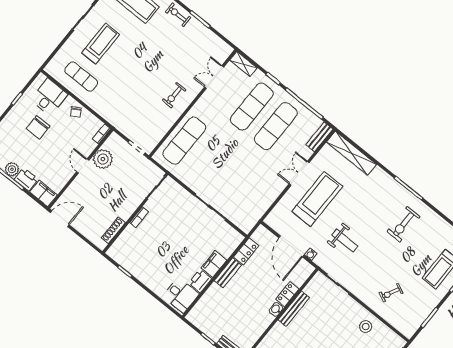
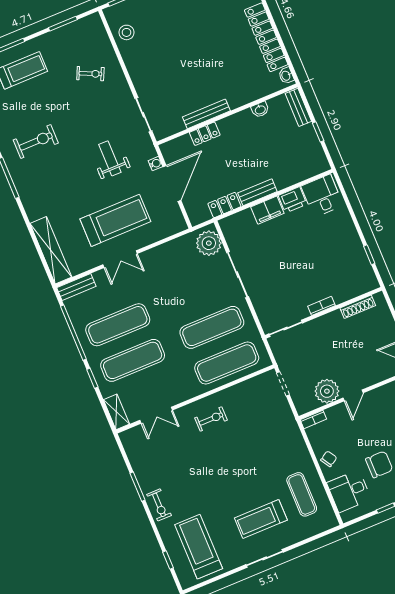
exercise mat: (208, 160) -> (212, 327), added
treadmill: (317, 199) -> (115, 220), turned 180
plant: (243, 218) -> (209, 243), added
washbasin: (276, 309) -> (260, 110), moved
stool: (366, 327) -> (127, 32), moved

